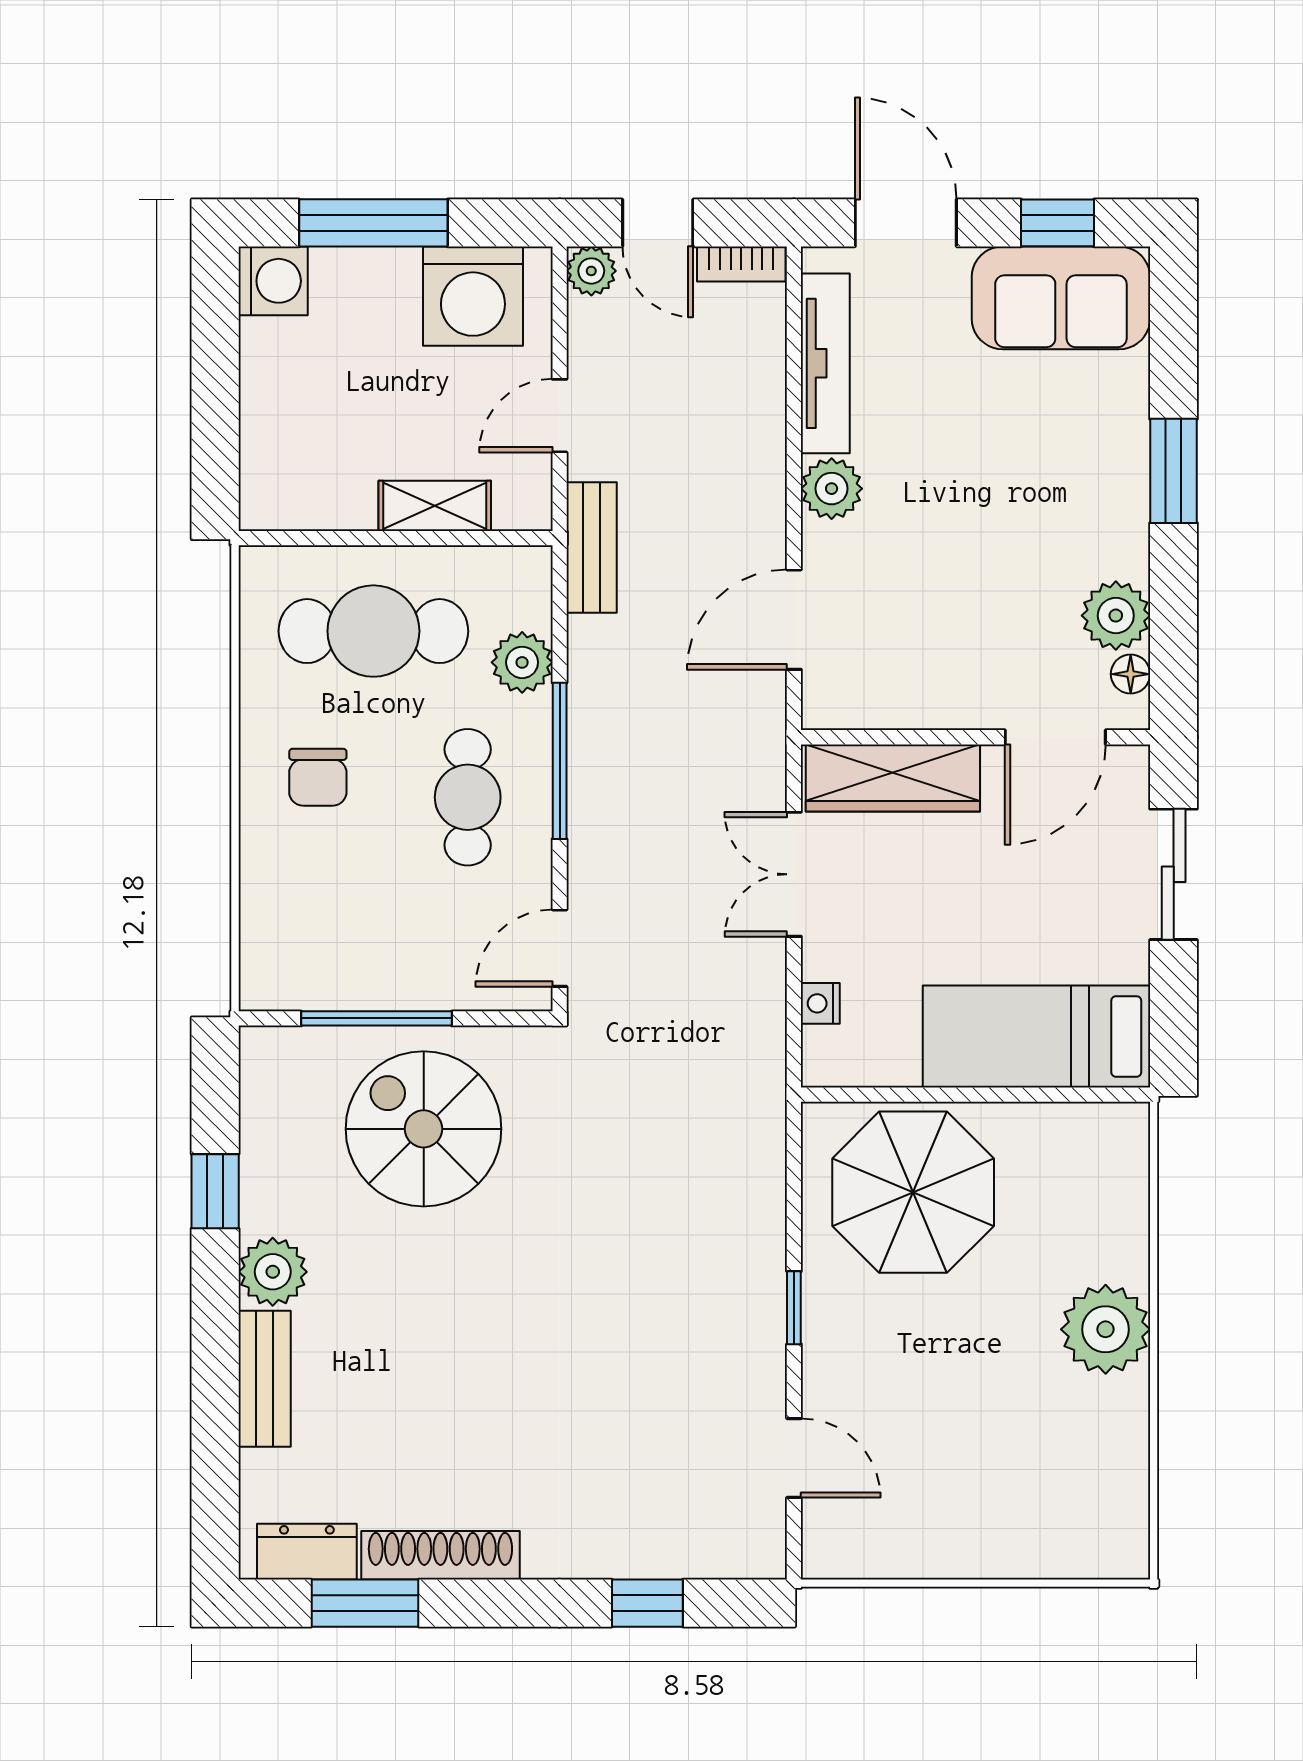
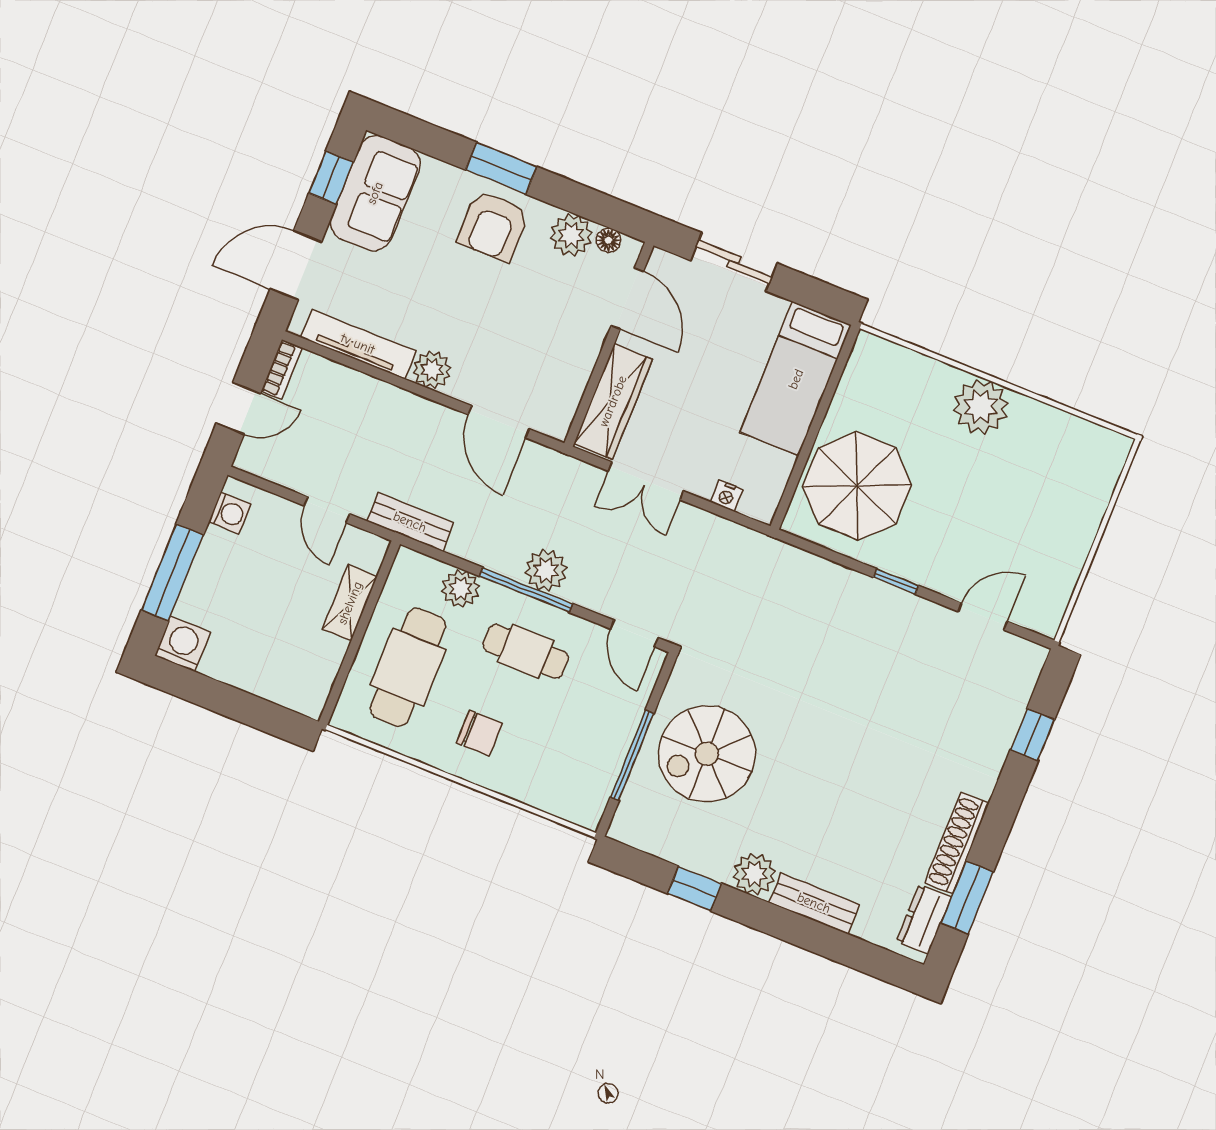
plant: (591, 271) -> (546, 570), moved, width x1.38, depth x1.38
washing machine: (473, 296) -> (230, 513), width x0.53, depth x0.53
armchair: (1083, 493) -> (493, 226), added

